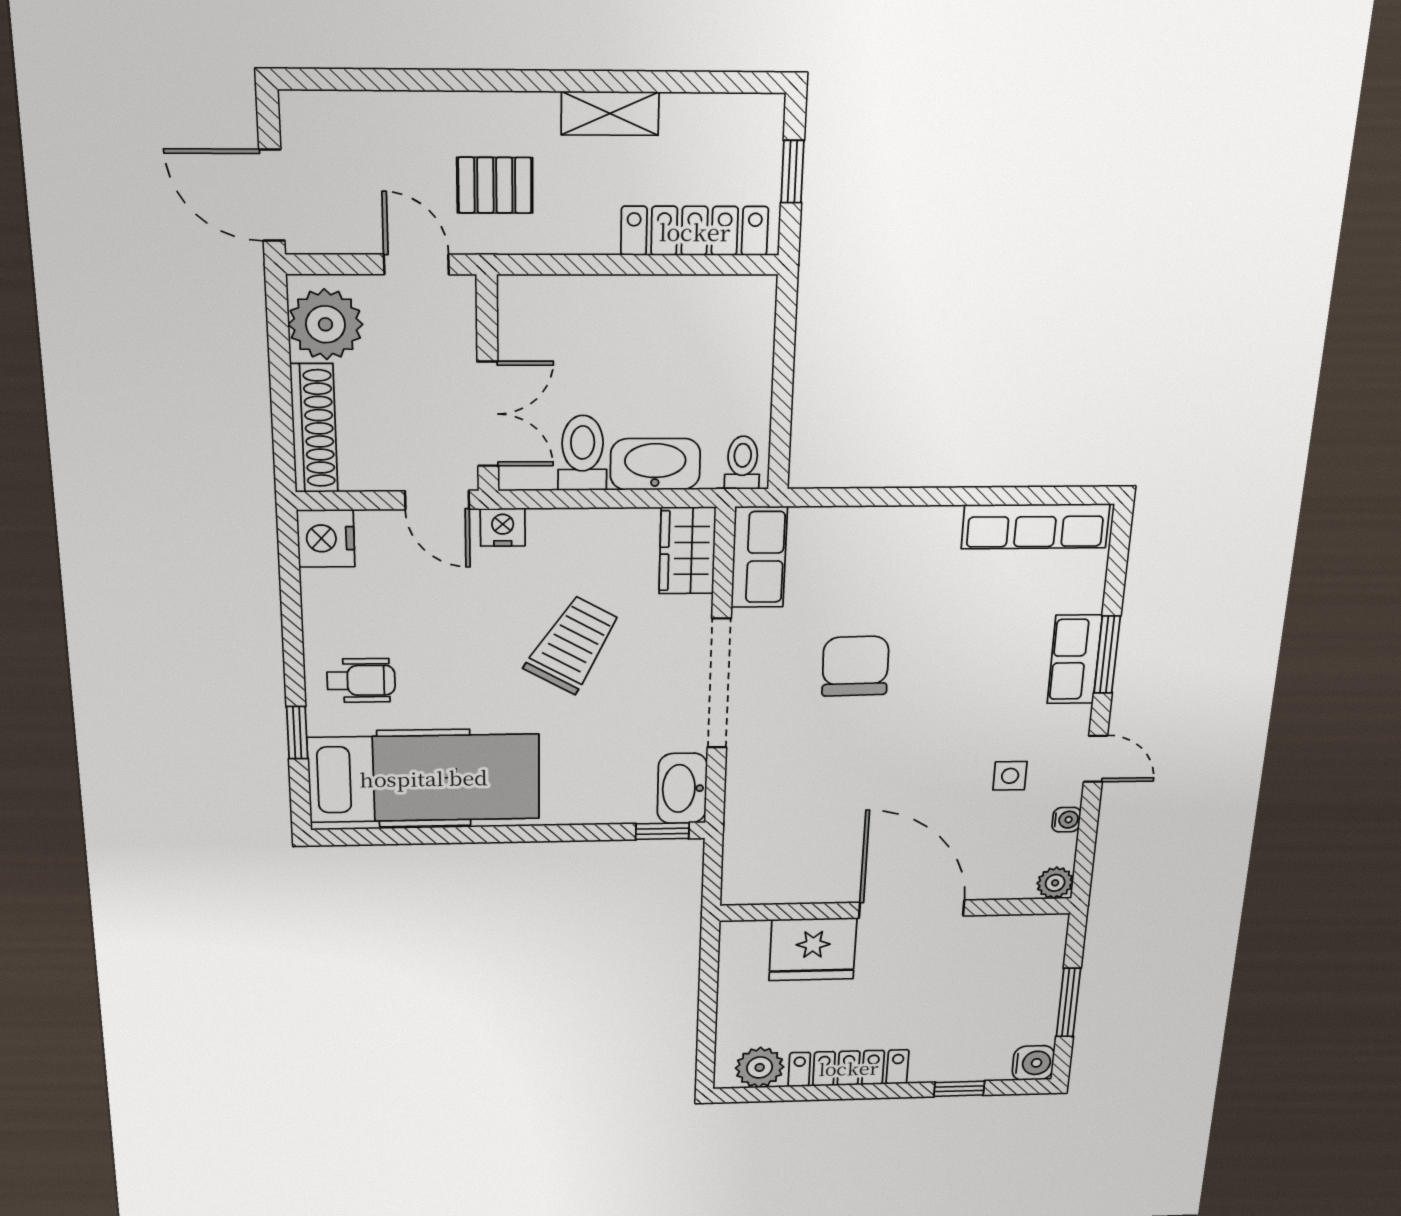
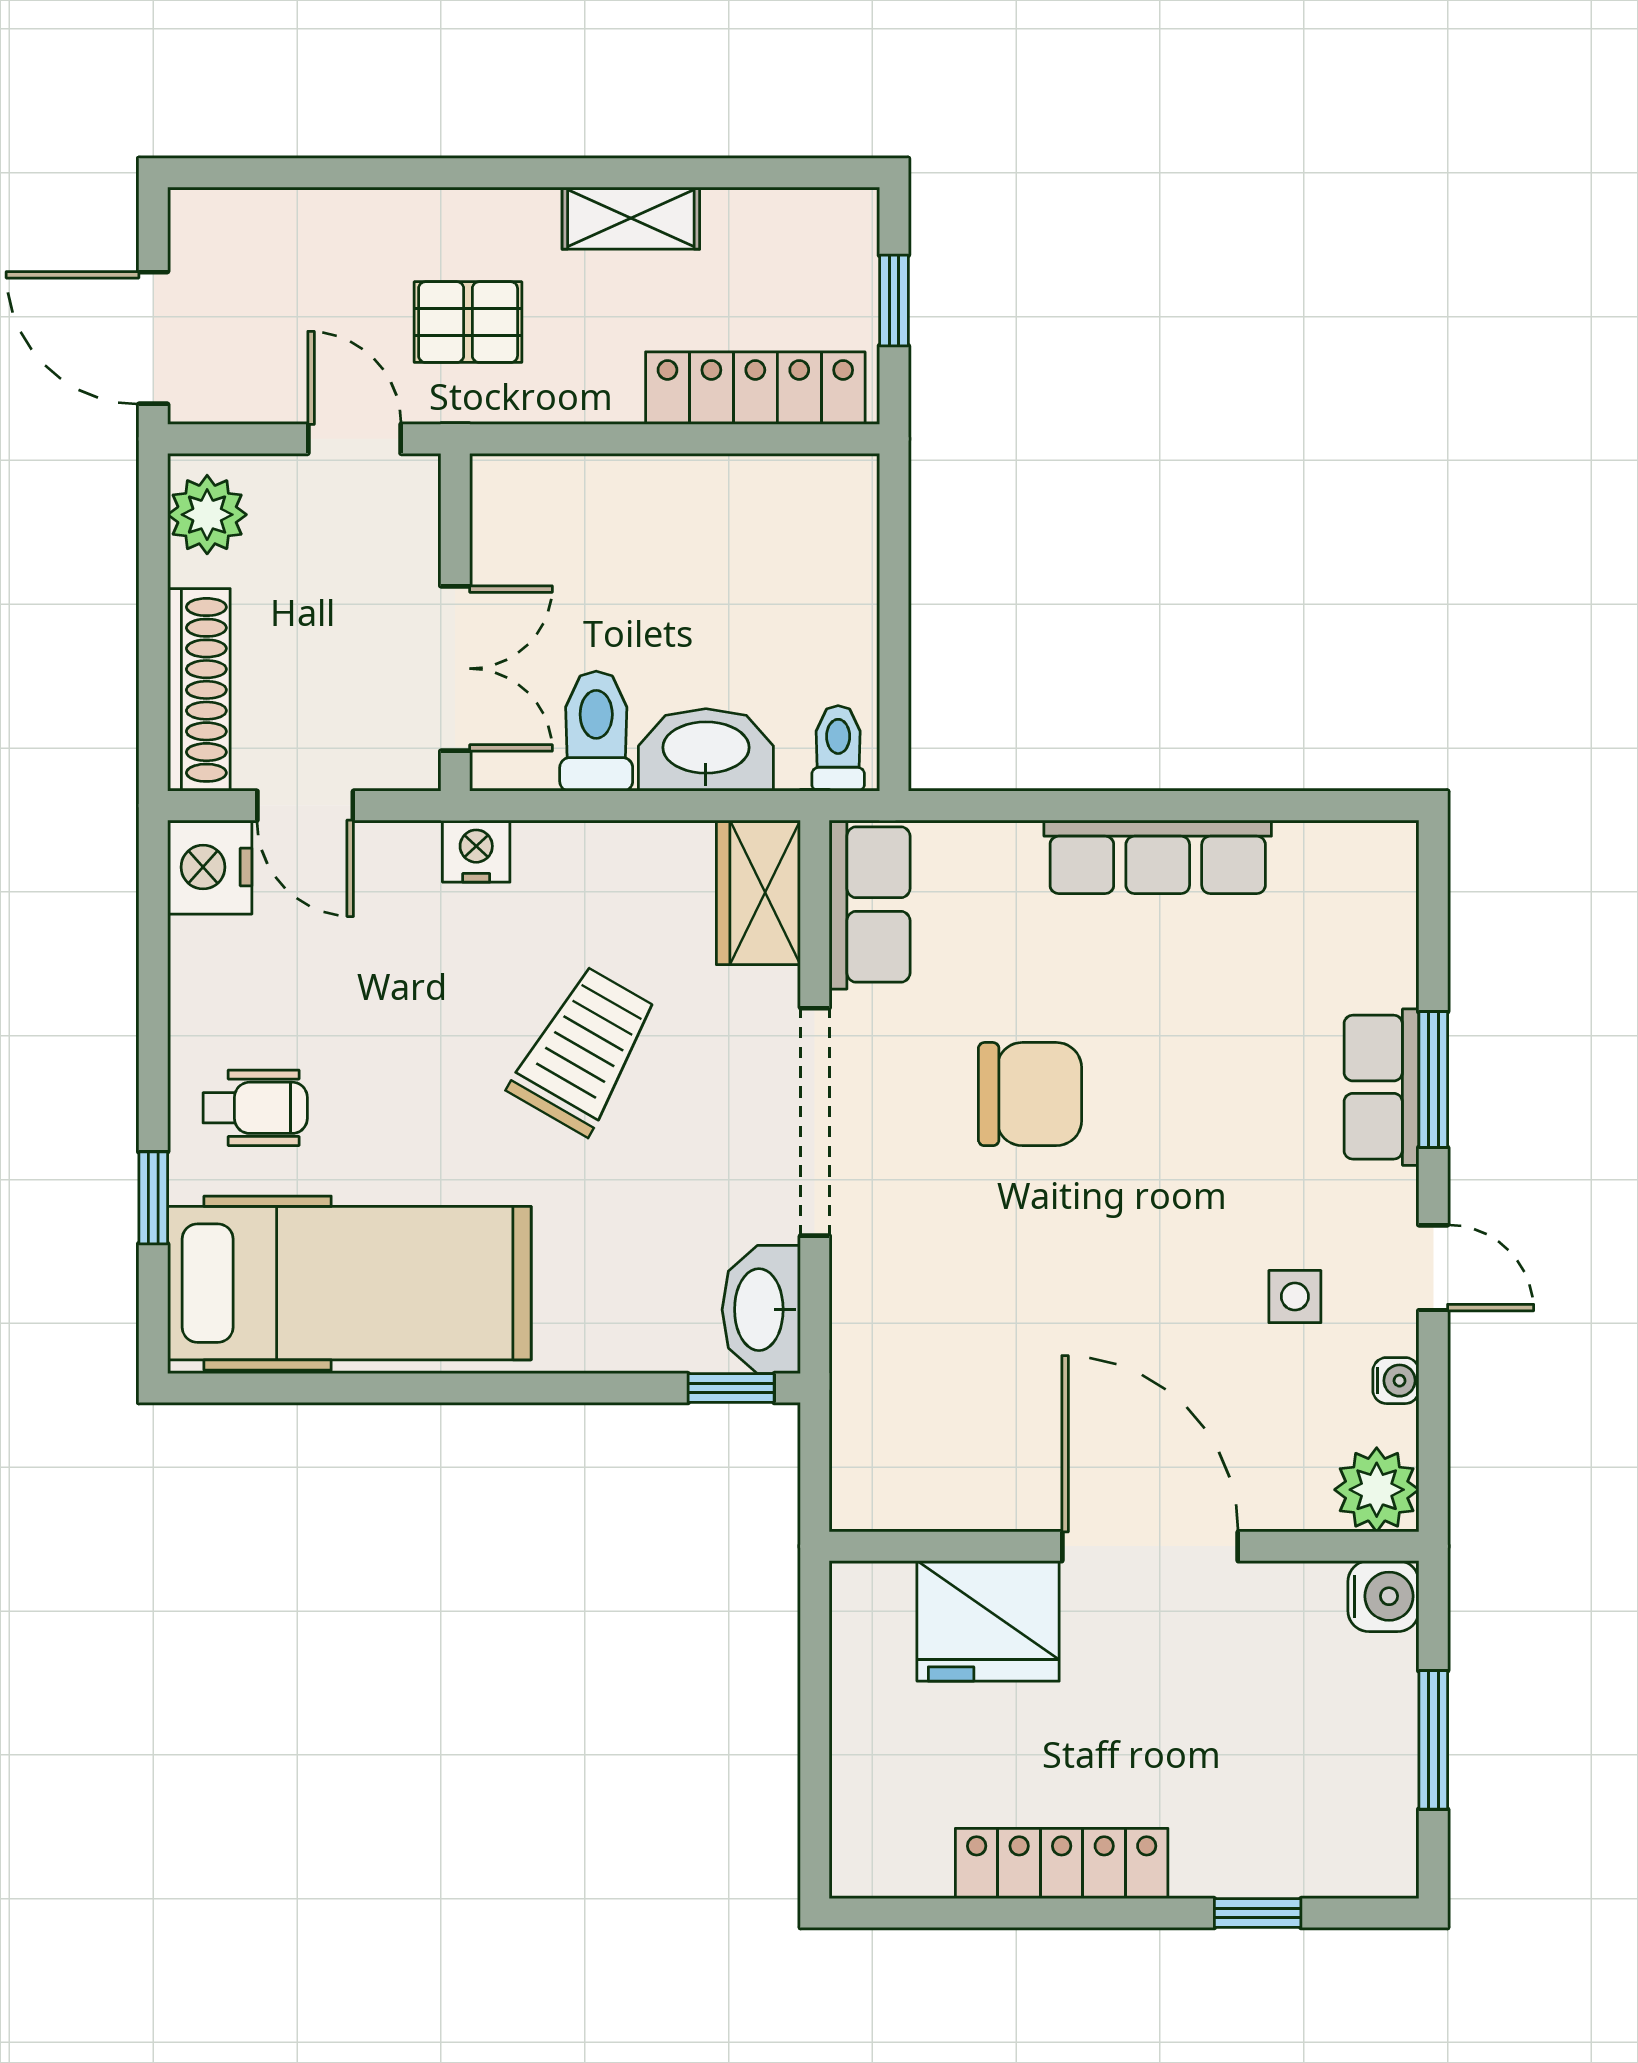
plant: (325, 324) -> (207, 515), width x0.73, depth x0.73
door: (437, 500) -> (305, 806), moved
row of seats: (1035, 526) -> (1158, 857), moved
chair: (855, 666) -> (1030, 1094), turned 91
plant: (1055, 883) -> (1377, 1490), width x1.38, depth x1.38
water cooler: (1033, 1063) -> (1383, 1596), moved
plant: (760, 1067) -> (908, 1857), removed

